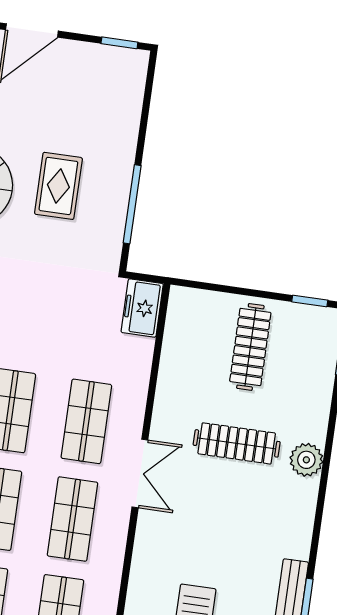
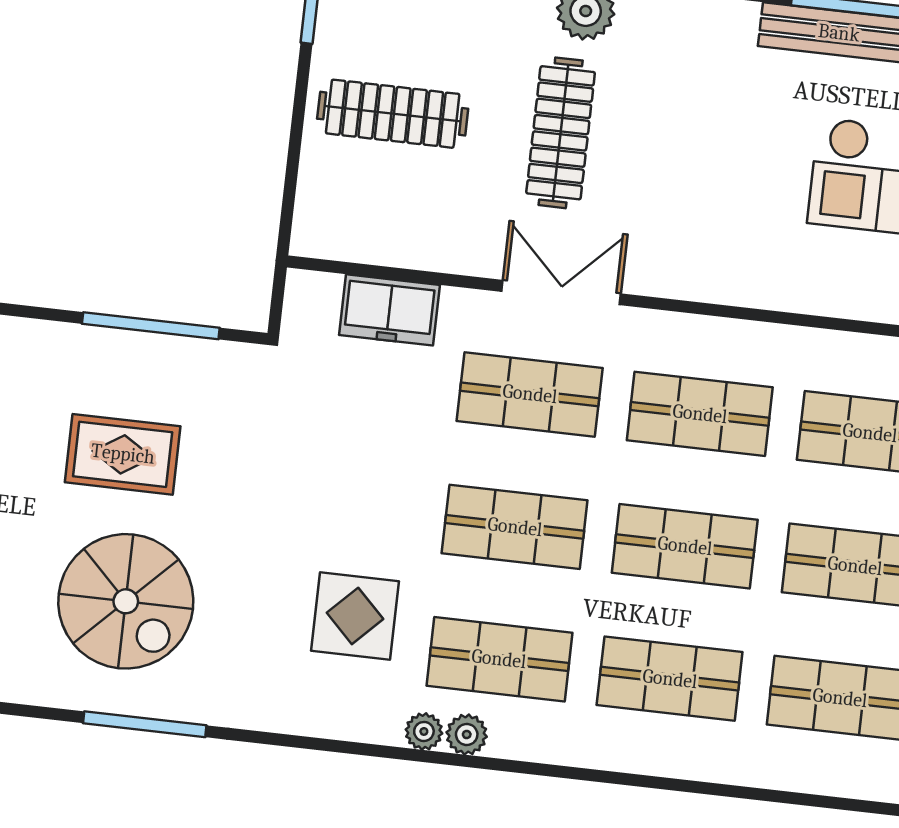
freezer: (142, 308) -> (389, 310), moved
double door: (140, 474) -> (561, 293), moved

